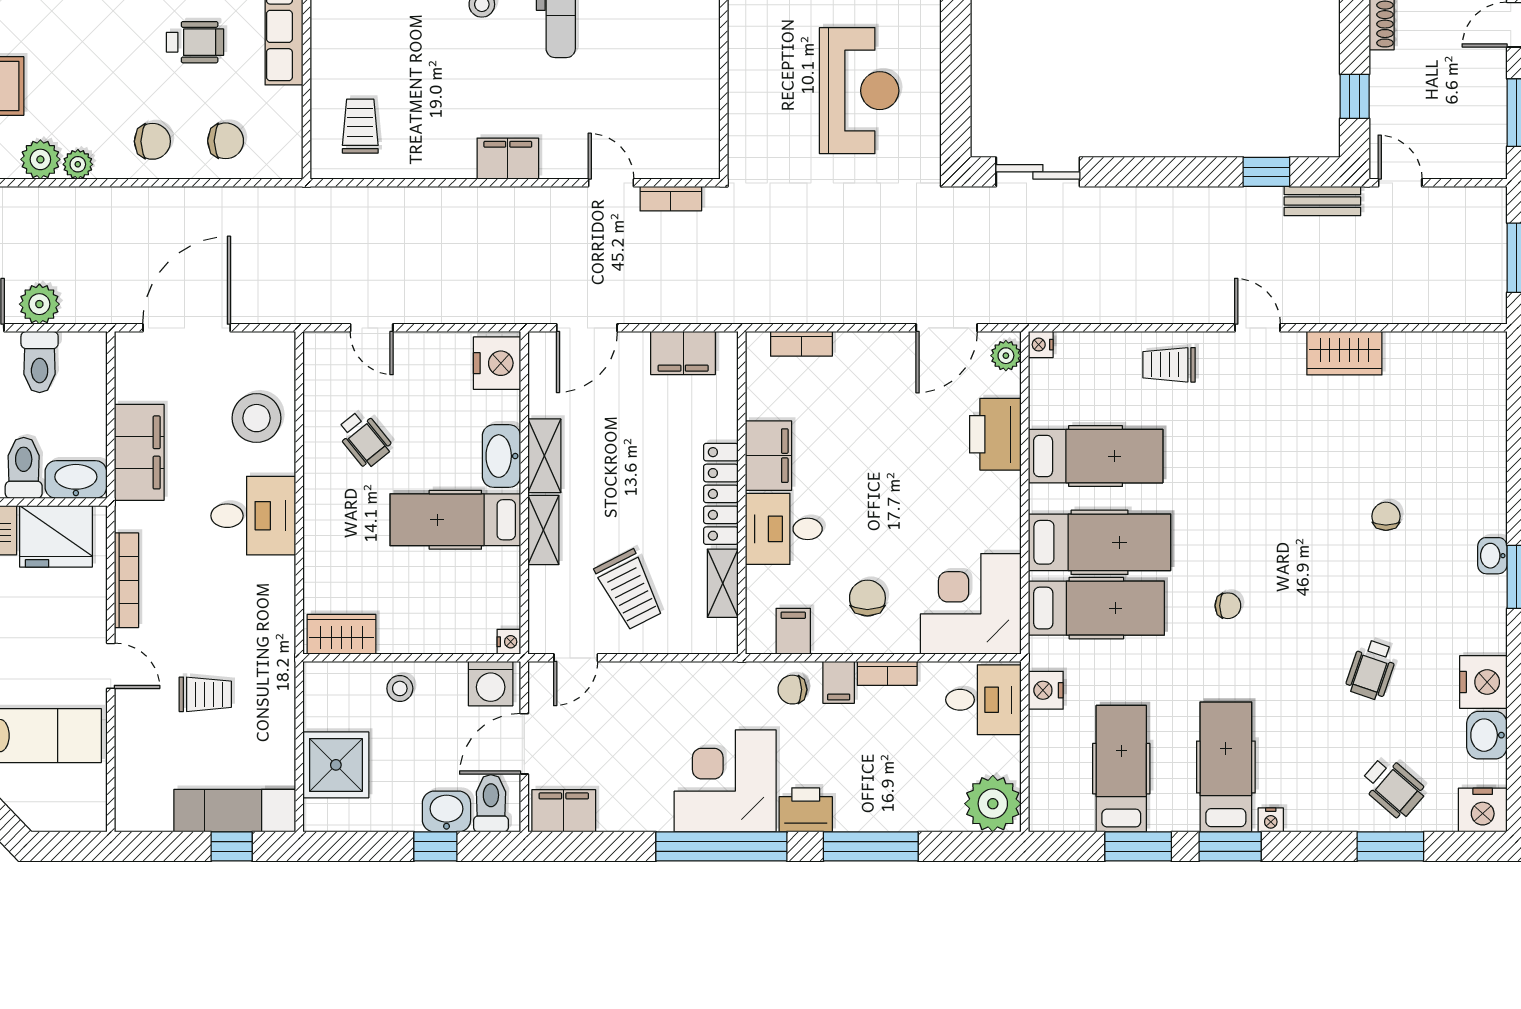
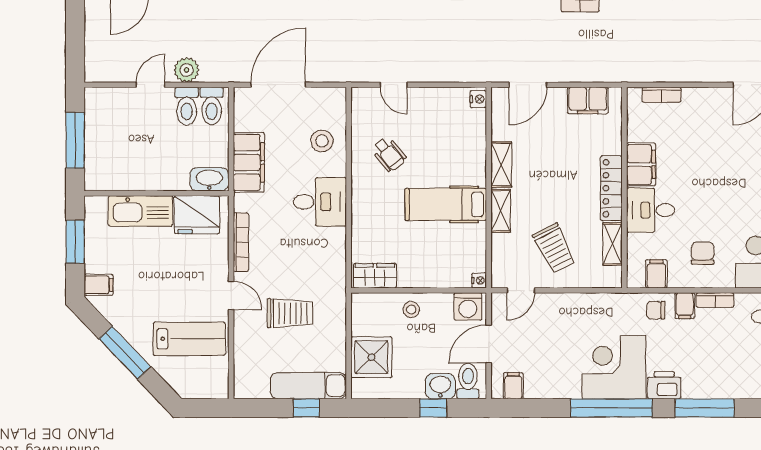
nightstand: (497, 363) -> (478, 99), width x0.53, depth x0.56
stool: (257, 418) -> (322, 141), width x0.73, depth x0.73
washbasin: (501, 456) -> (475, 165), removed
toilet: (24, 468) -> (212, 106), moved, turned 180
trolley: (205, 694) -> (290, 313), width x1.36, depth x1.39
filing cabinet: (564, 811) -> (513, 386), width x0.50

